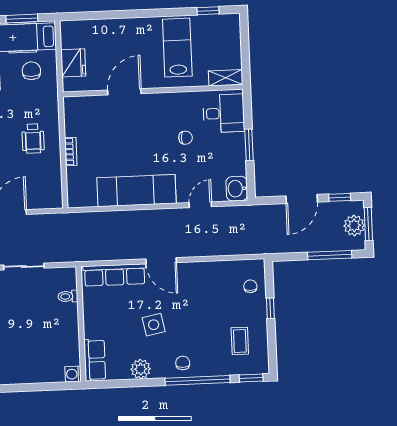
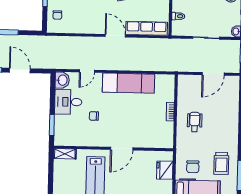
door: (124, 92) -> (122, 149), moved
desk: (224, 113) -> (68, 102), moved
window: (249, 145) -> (52, 125), moved
door: (302, 199) -> (20, 70), hinge flipped

